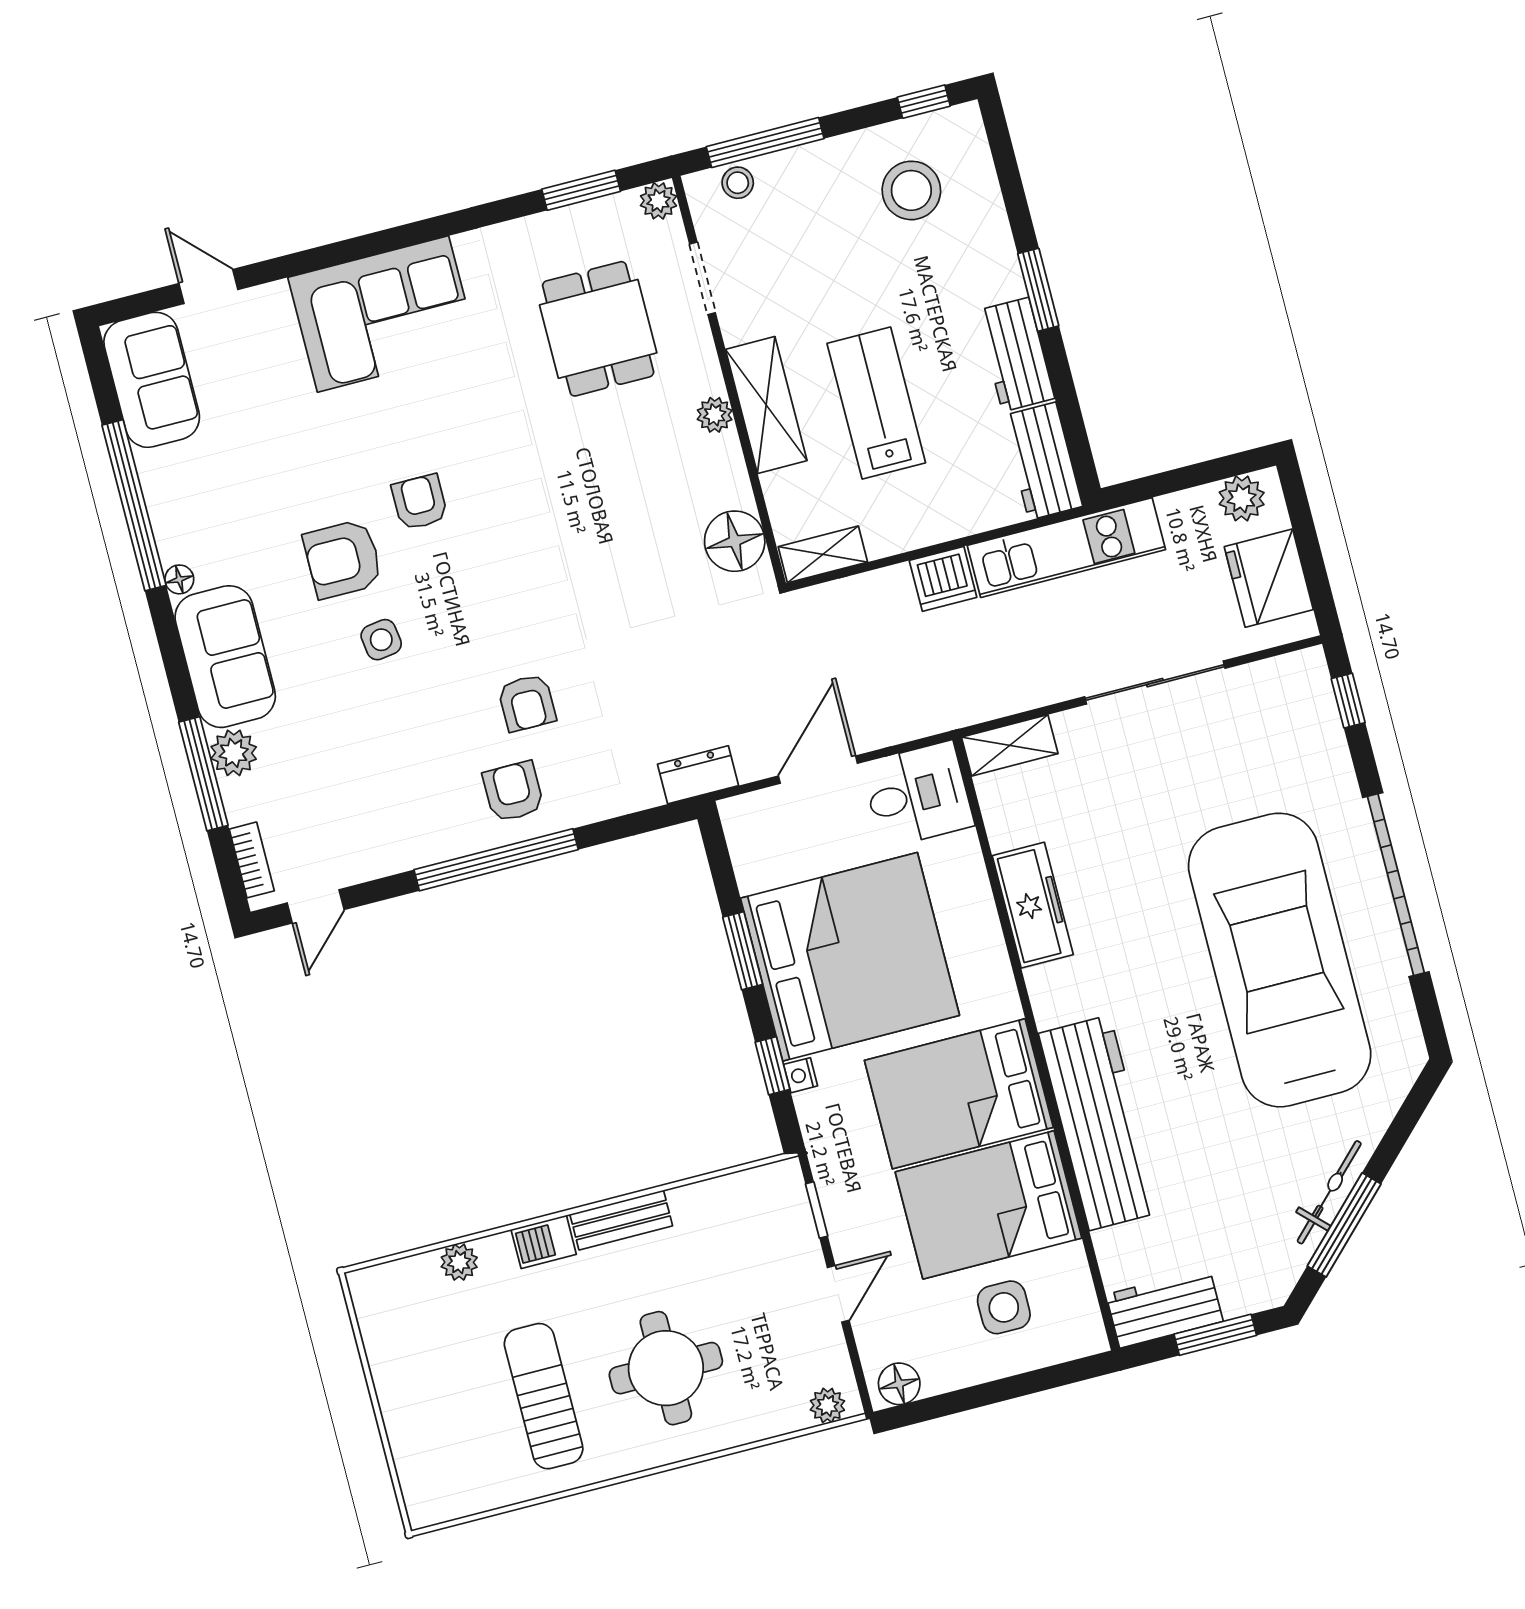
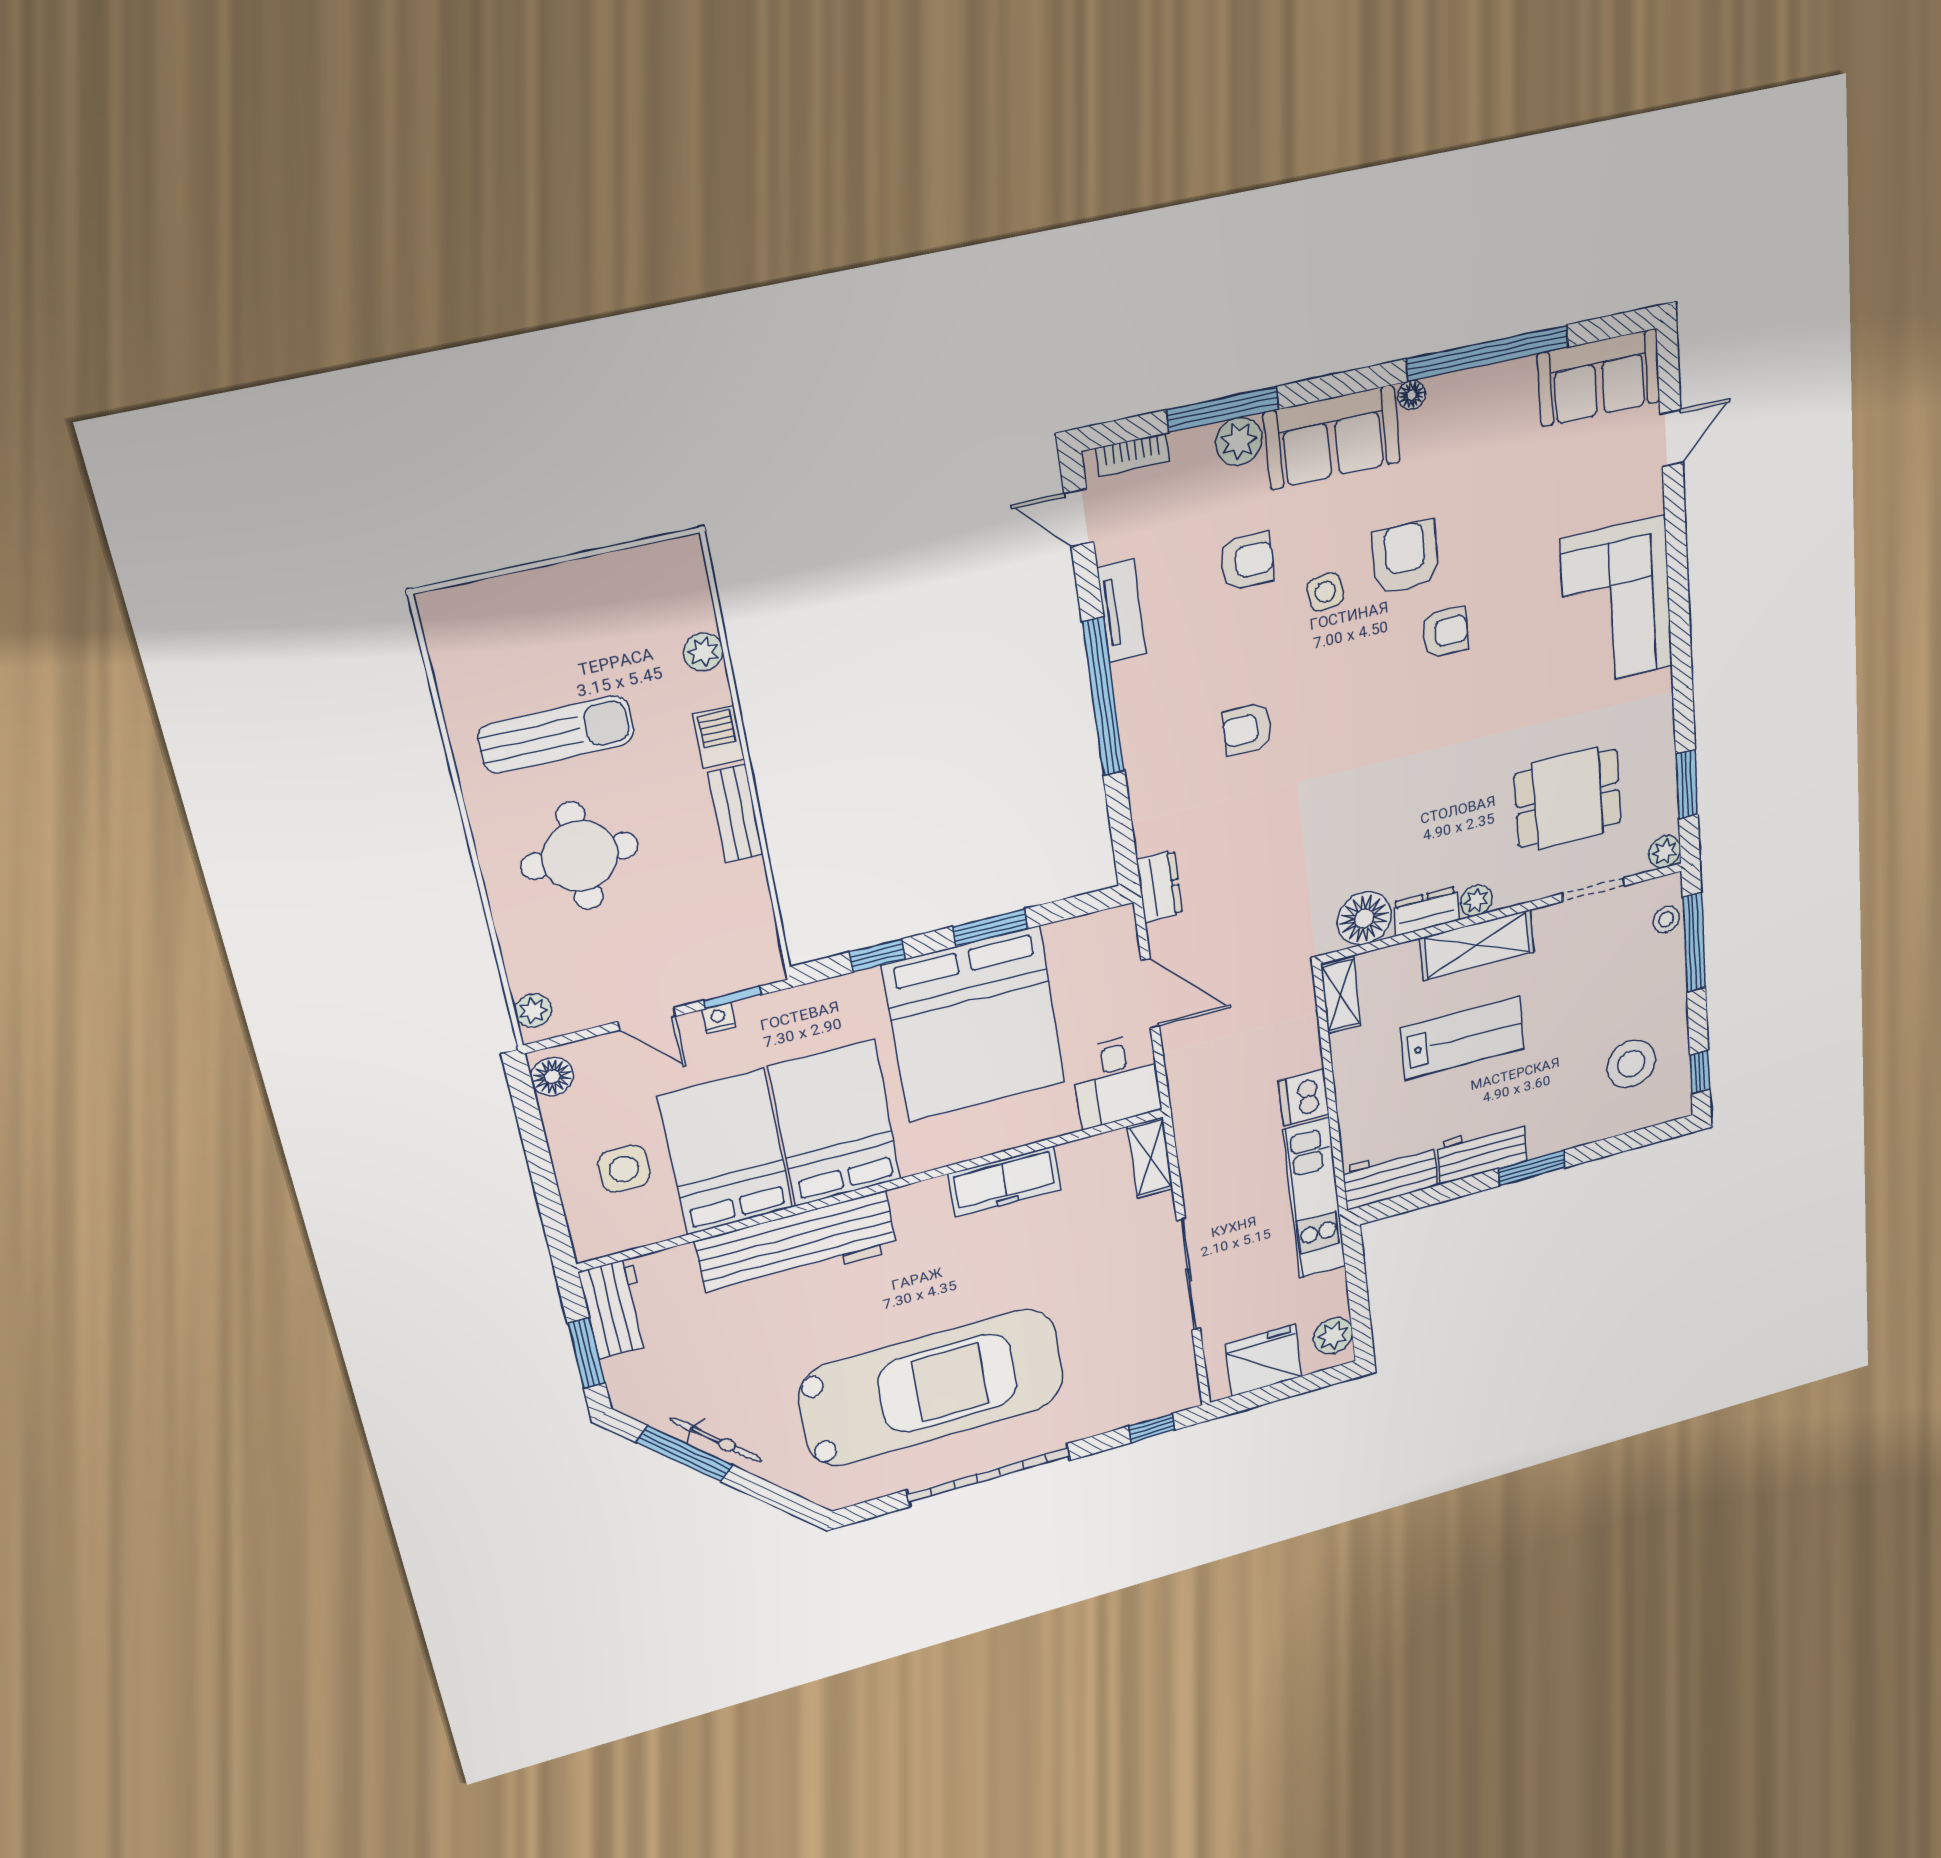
dresser: (727, 471) -> (1426, 911), added
armchair: (513, 792) -> (1247, 561), moved
tv unit: (407, 852) -> (1121, 611), added
nightstand: (801, 1075) -> (718, 1018), moved

